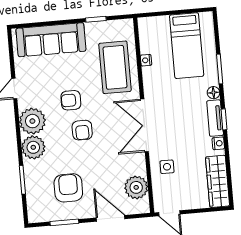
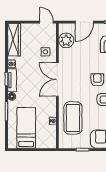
double door: (144, 125) -> (57, 79), swing flipped
door: (111, 218) -> (84, 22), hinge flipped

